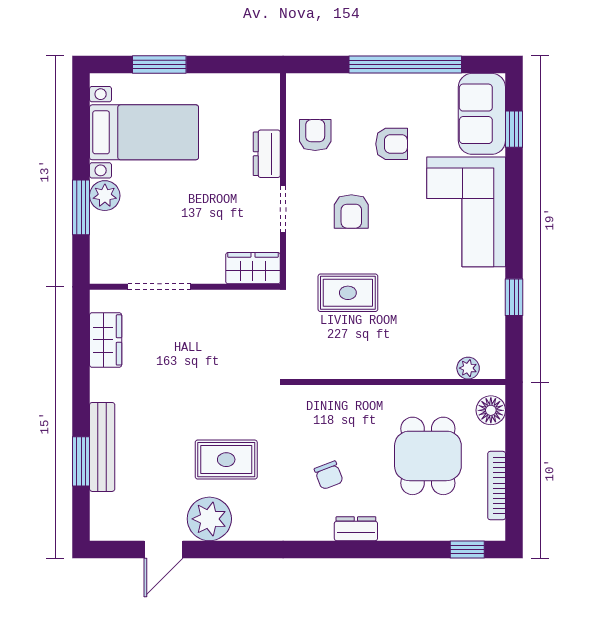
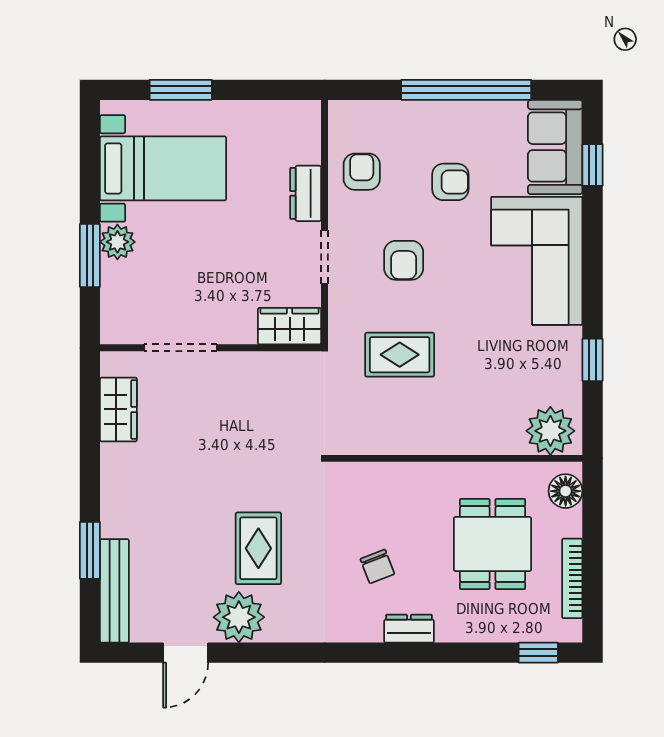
plant: (468, 368) -> (550, 431), width x1.87, depth x1.87
bench: (102, 447) -> (114, 591), moved
rug: (226, 460) -> (258, 548), turned 90

